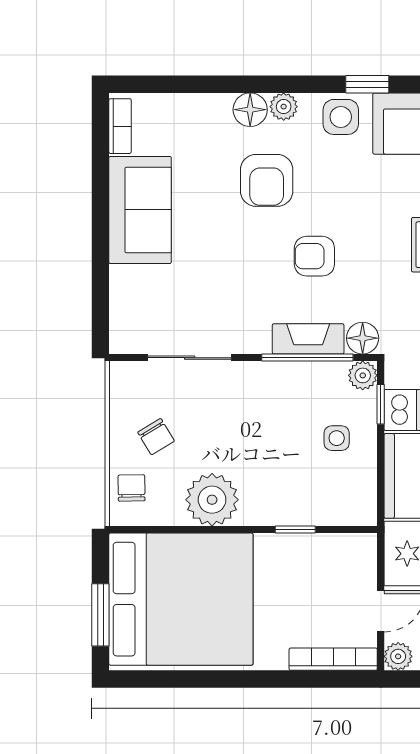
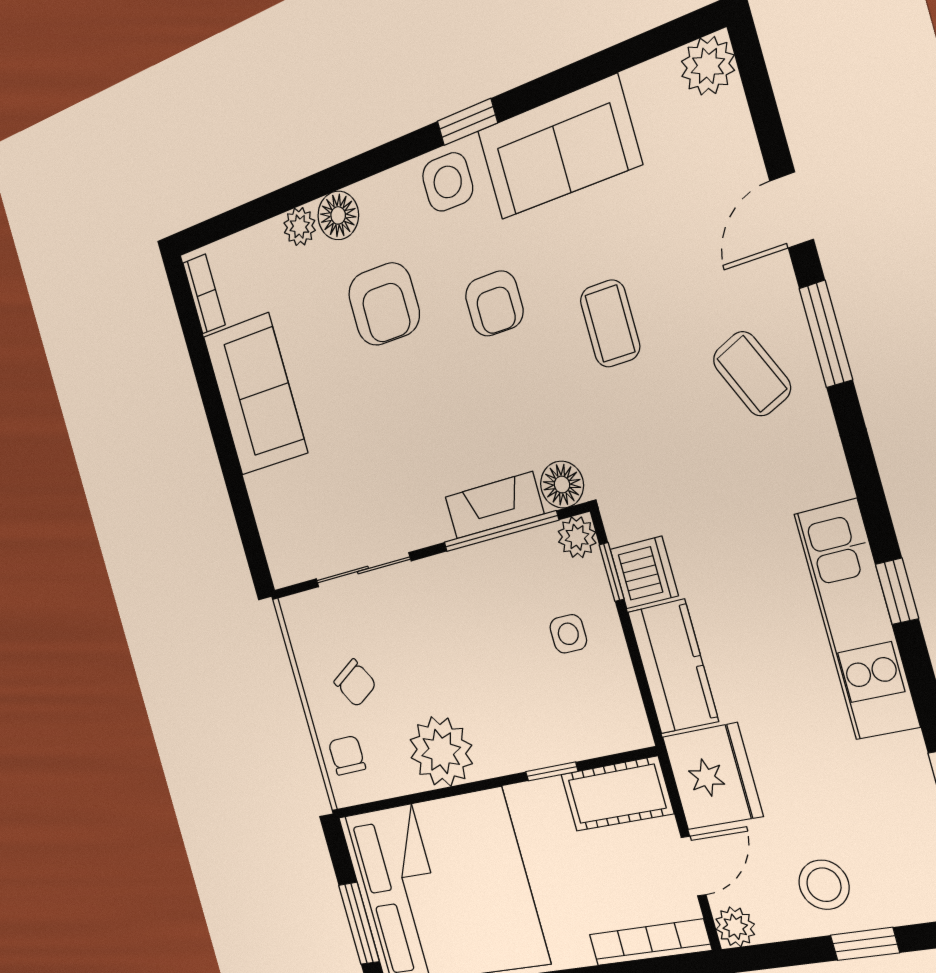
plant: (284, 107) -> (300, 227), moved
armchair: (314, 256) -> (494, 304), moved, turned -90
cot: (339, 553) -> (617, 794), added

